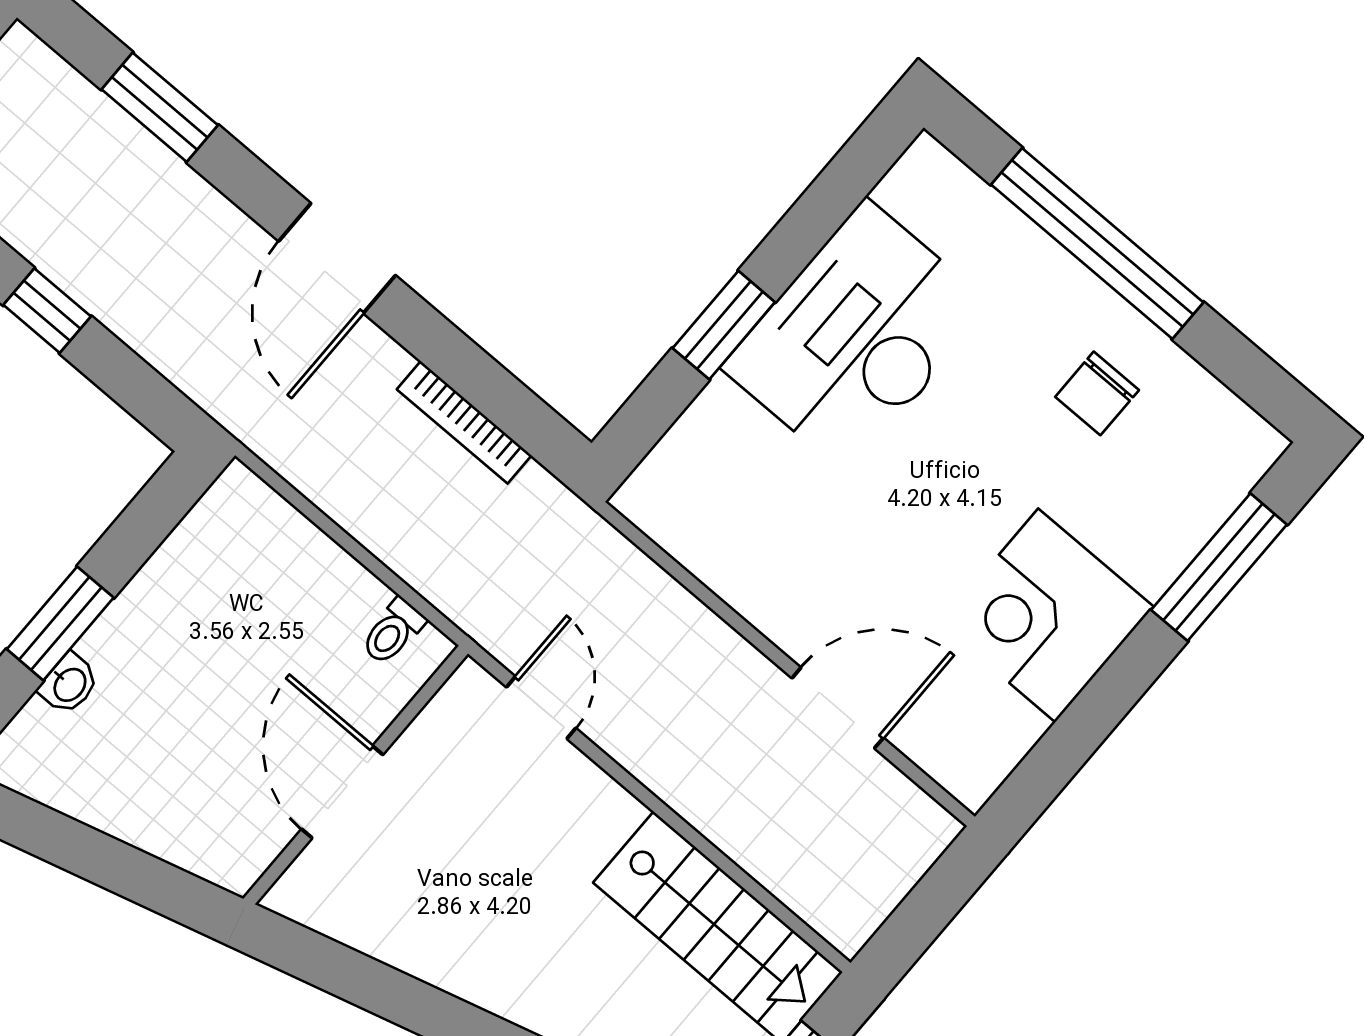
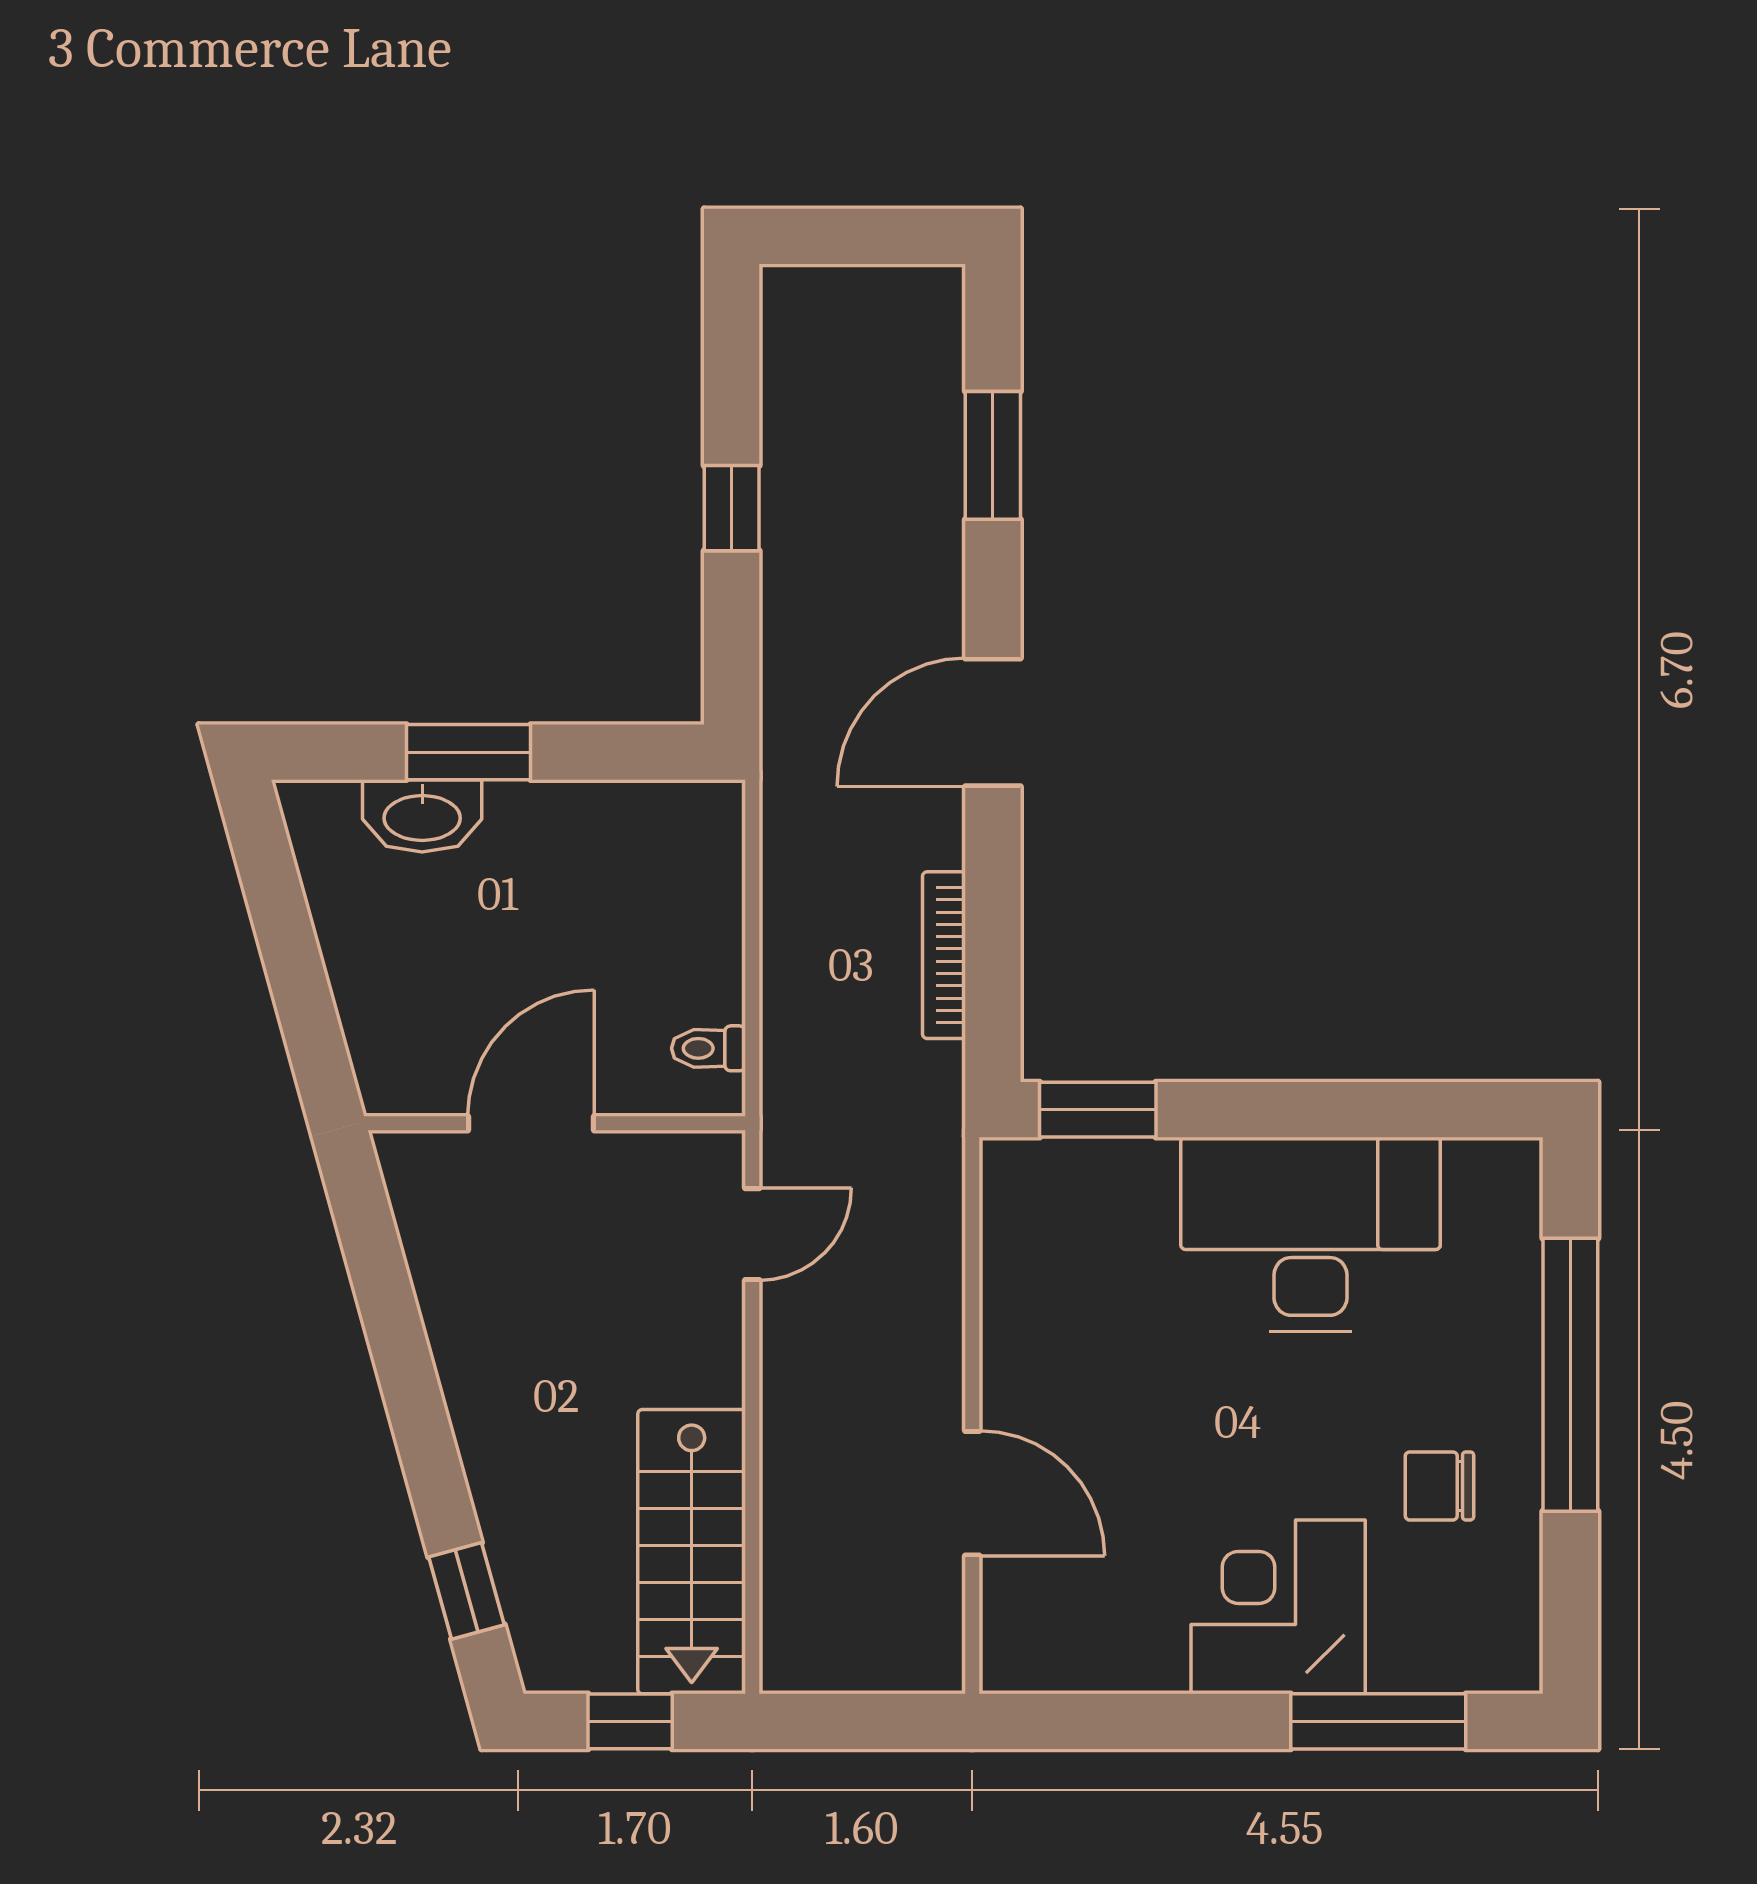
window: (724, 325) -> (1098, 1110), moved
corner desk: (1047, 615) -> (1278, 1607), moved
washbasin: (69, 684) -> (422, 816), width x1.91, depth x1.45

